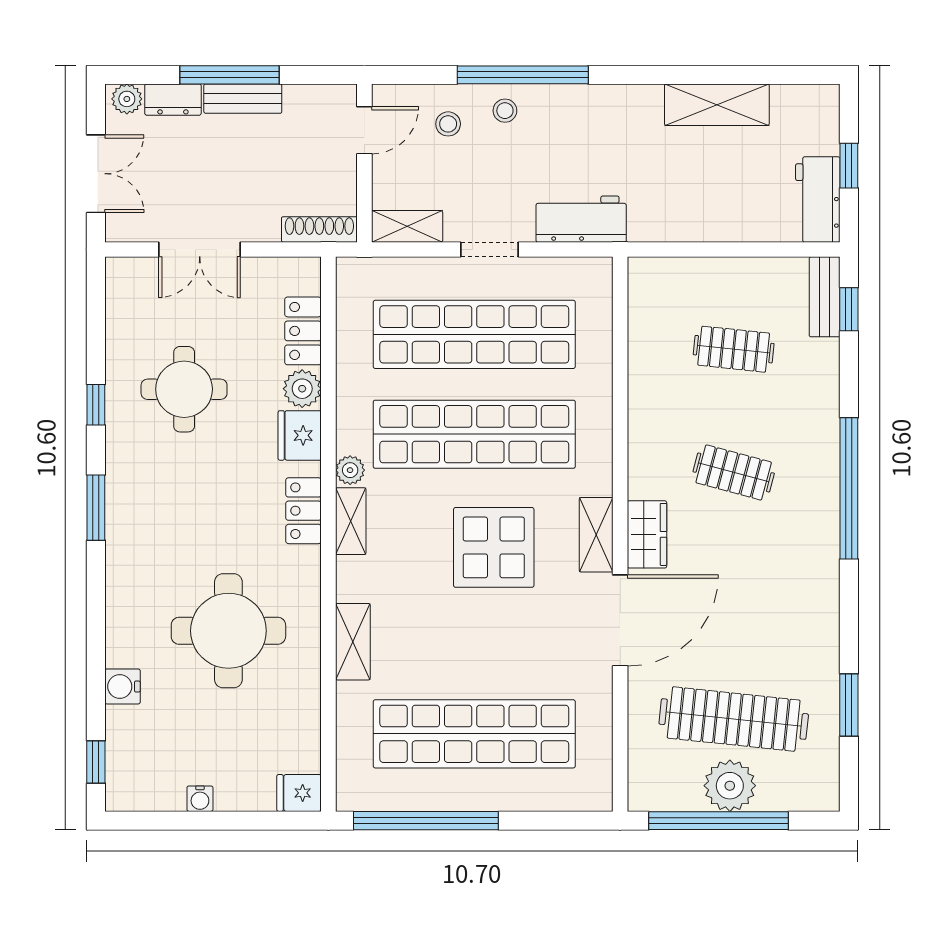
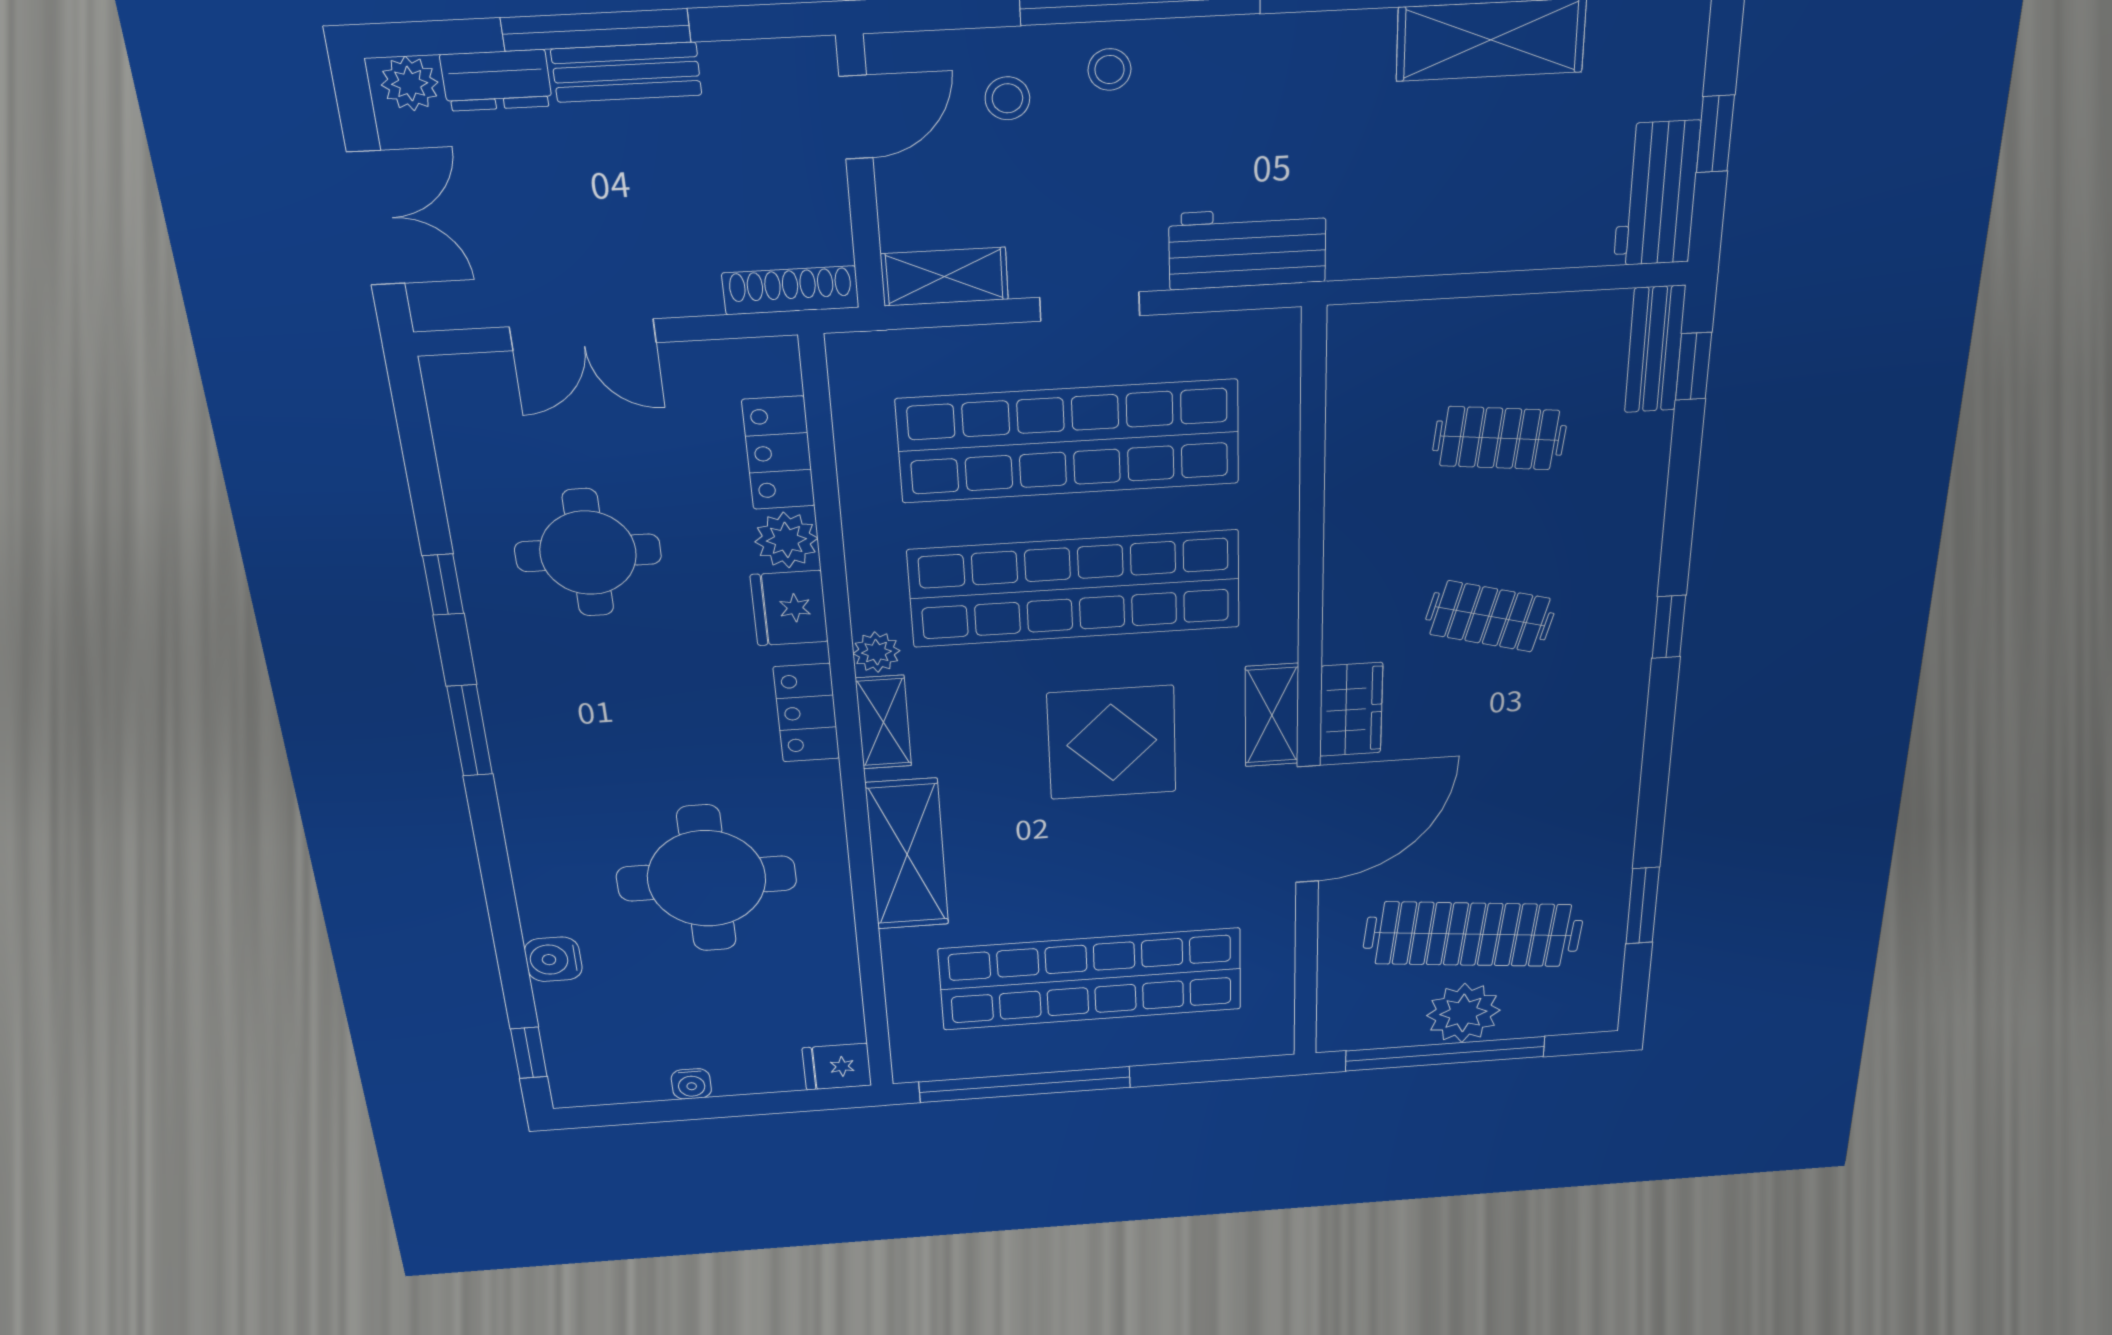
window: (849, 488) -> (1669, 627), width x0.32
shelving: (353, 642) -> (907, 854), width x1.50, depth x1.33

